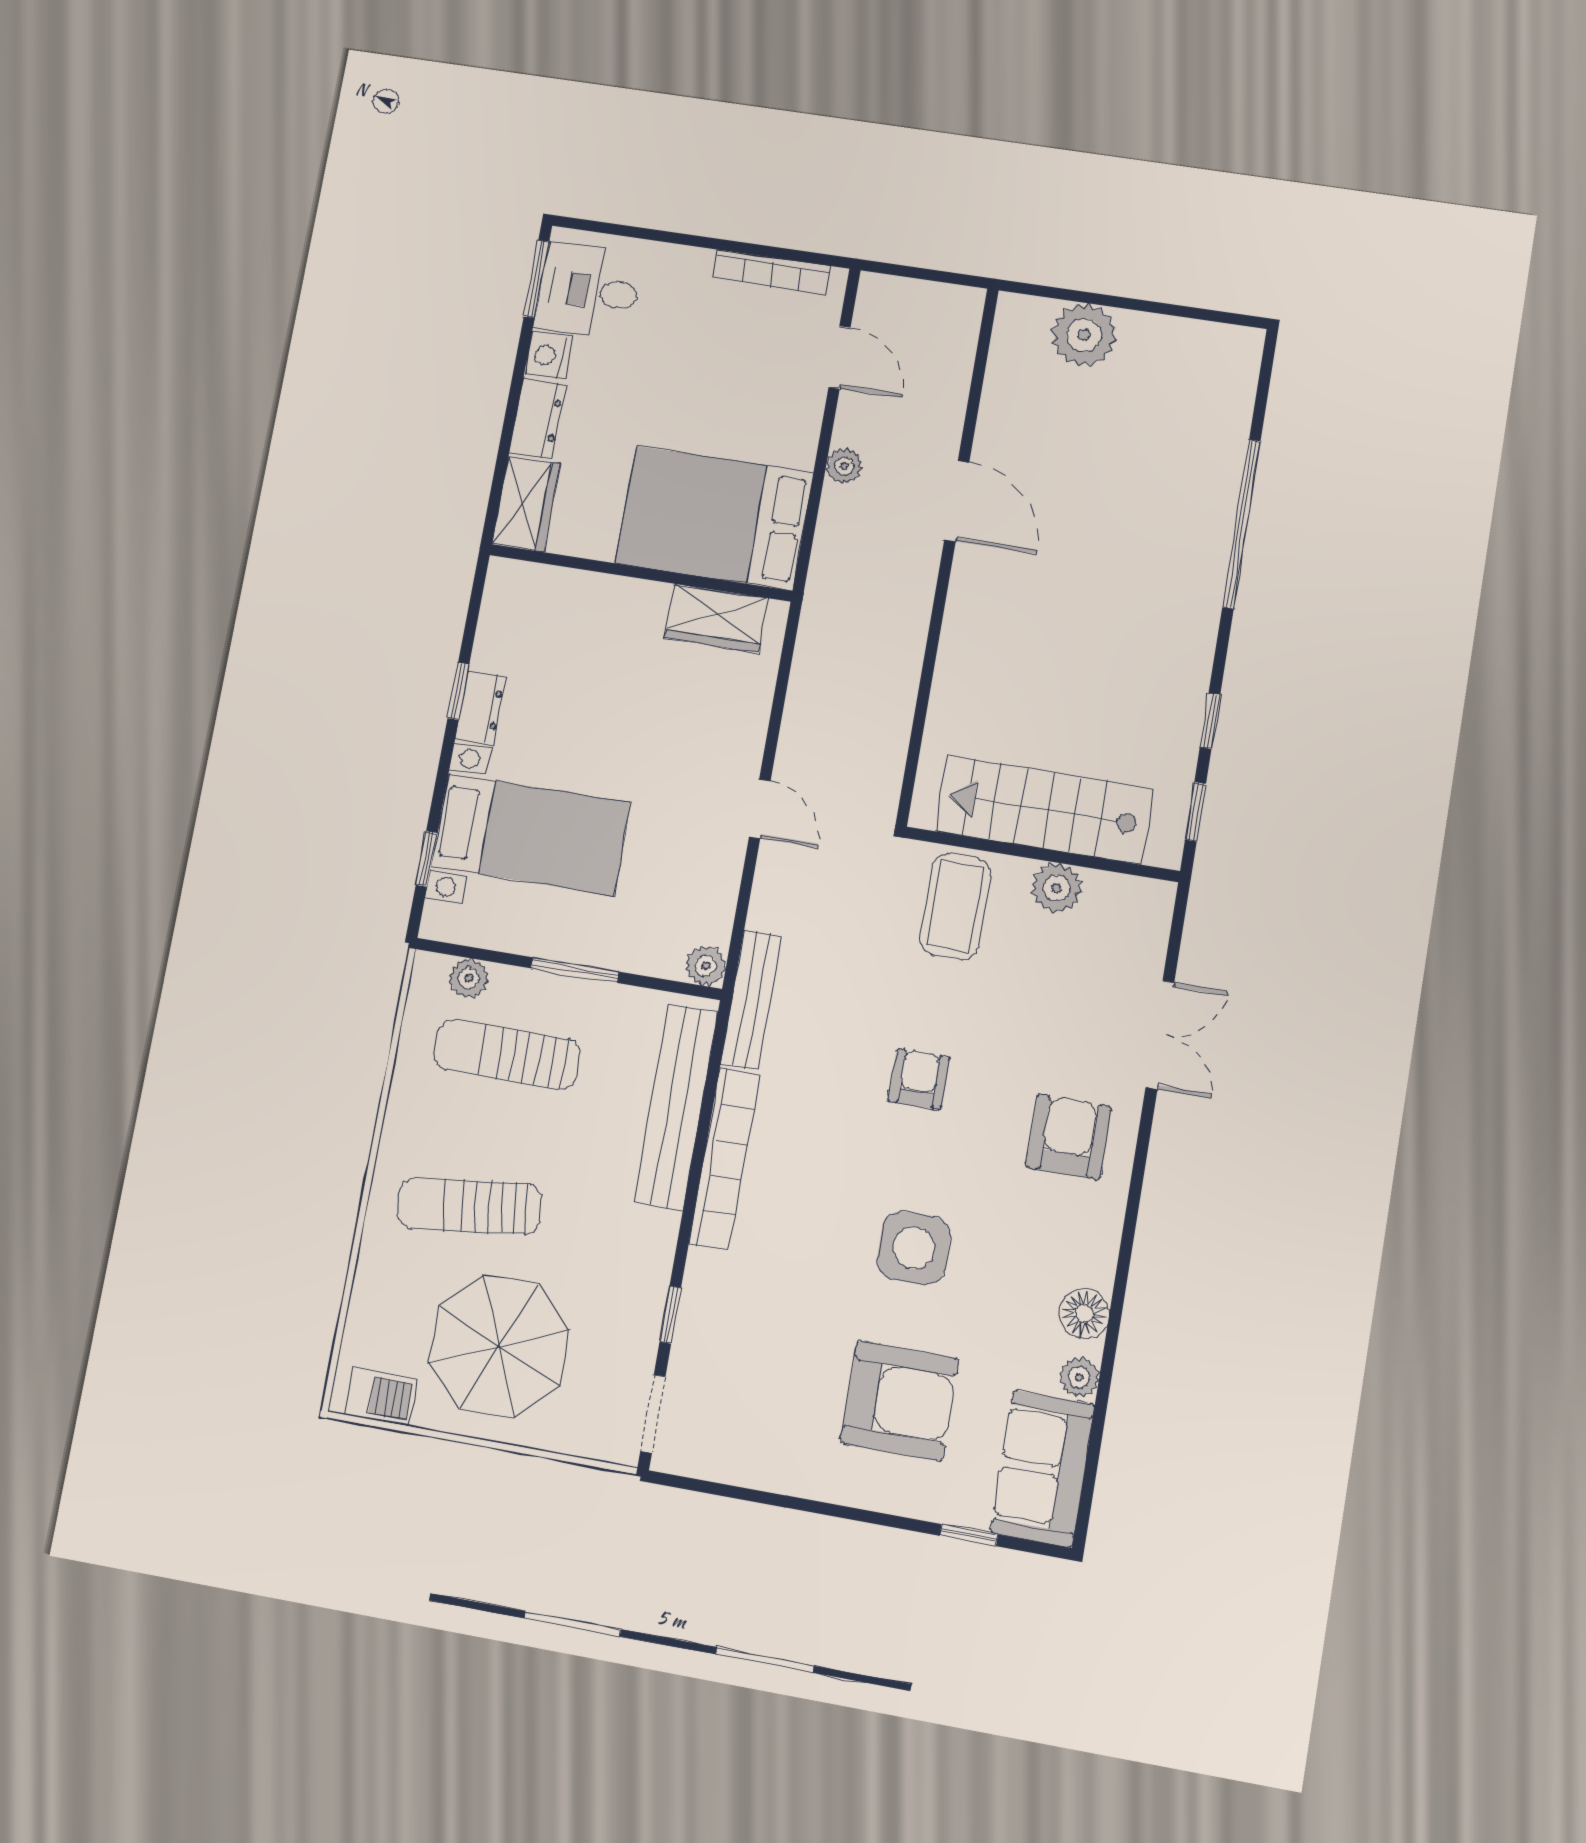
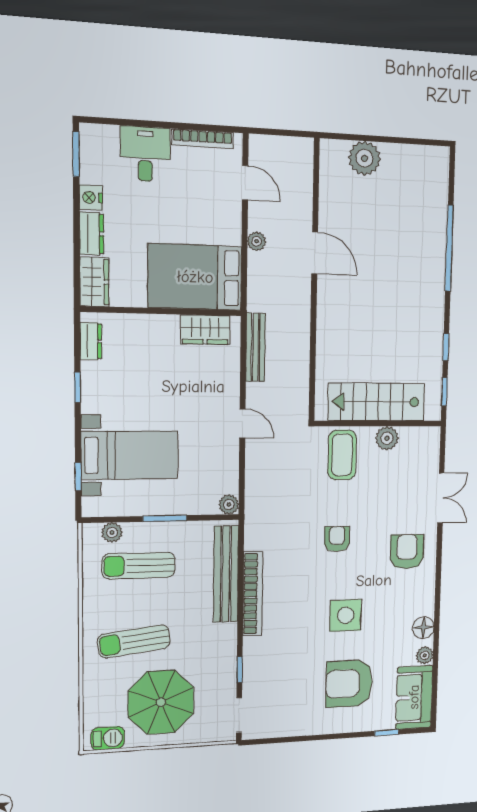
desk: (589, 291) -> (145, 154), moved, turned 90
dresser: (481, 708) -> (91, 341), moved
bench: (751, 1000) -> (255, 347), moved
armchair: (900, 1401) -> (349, 683), turned 180

